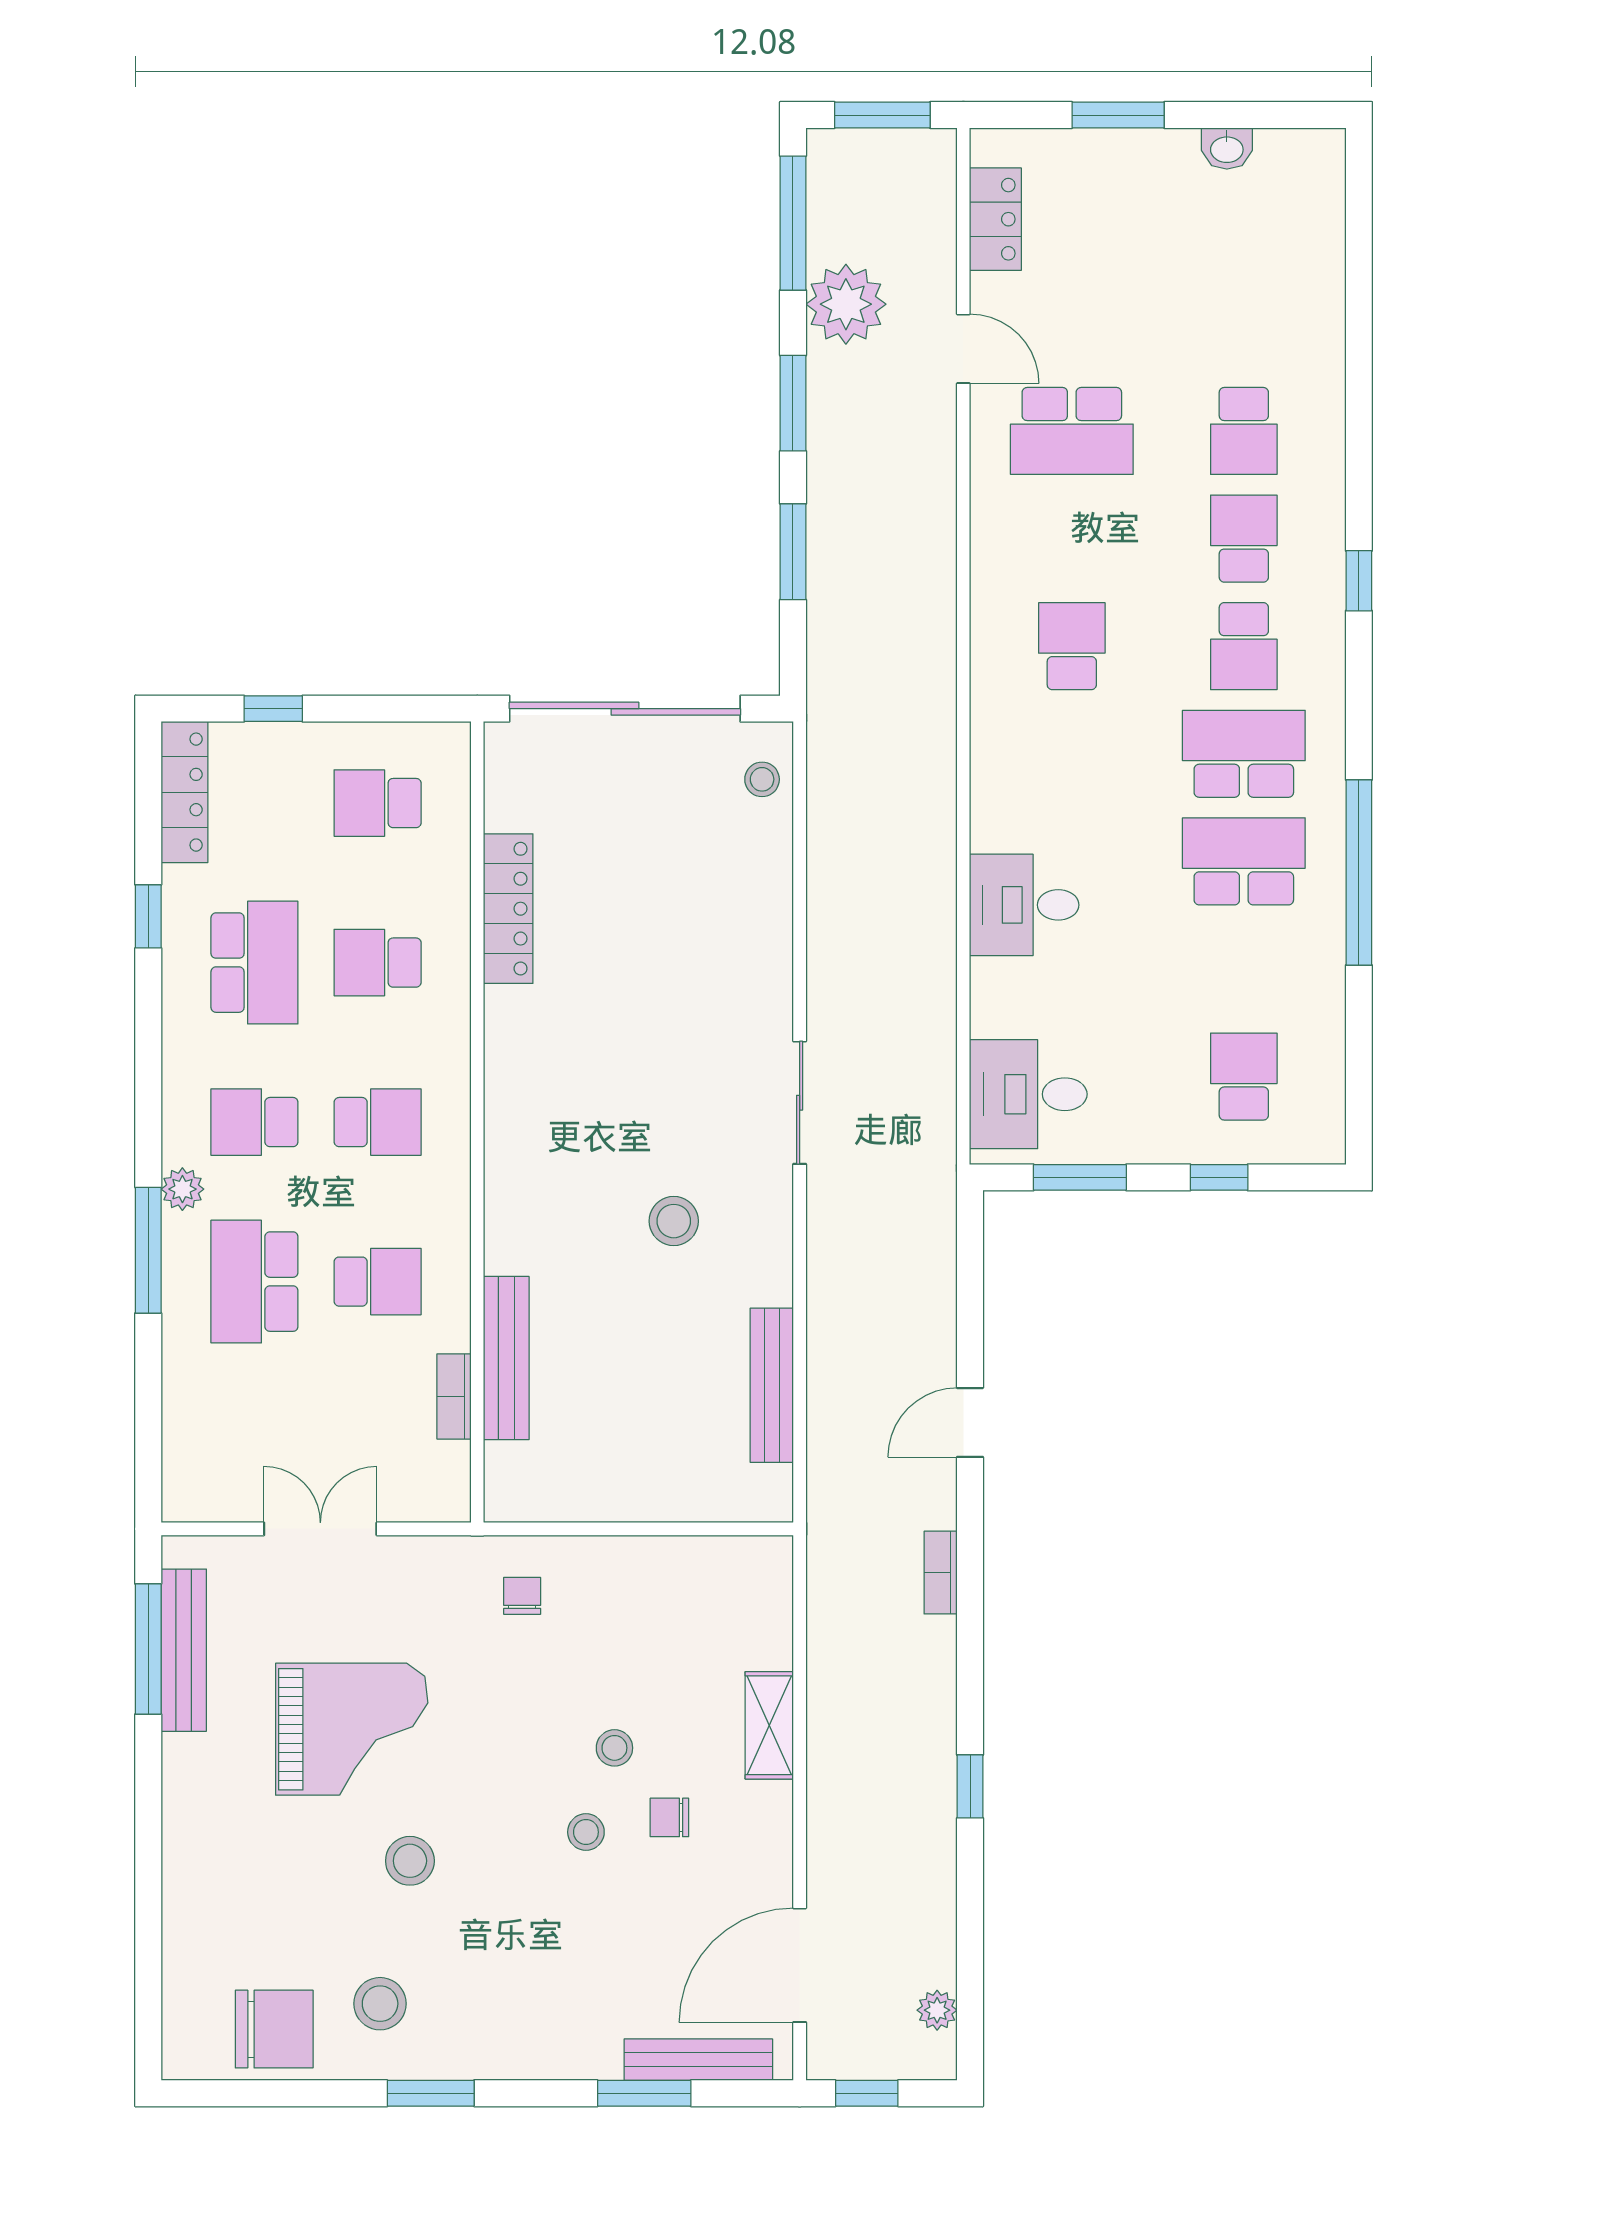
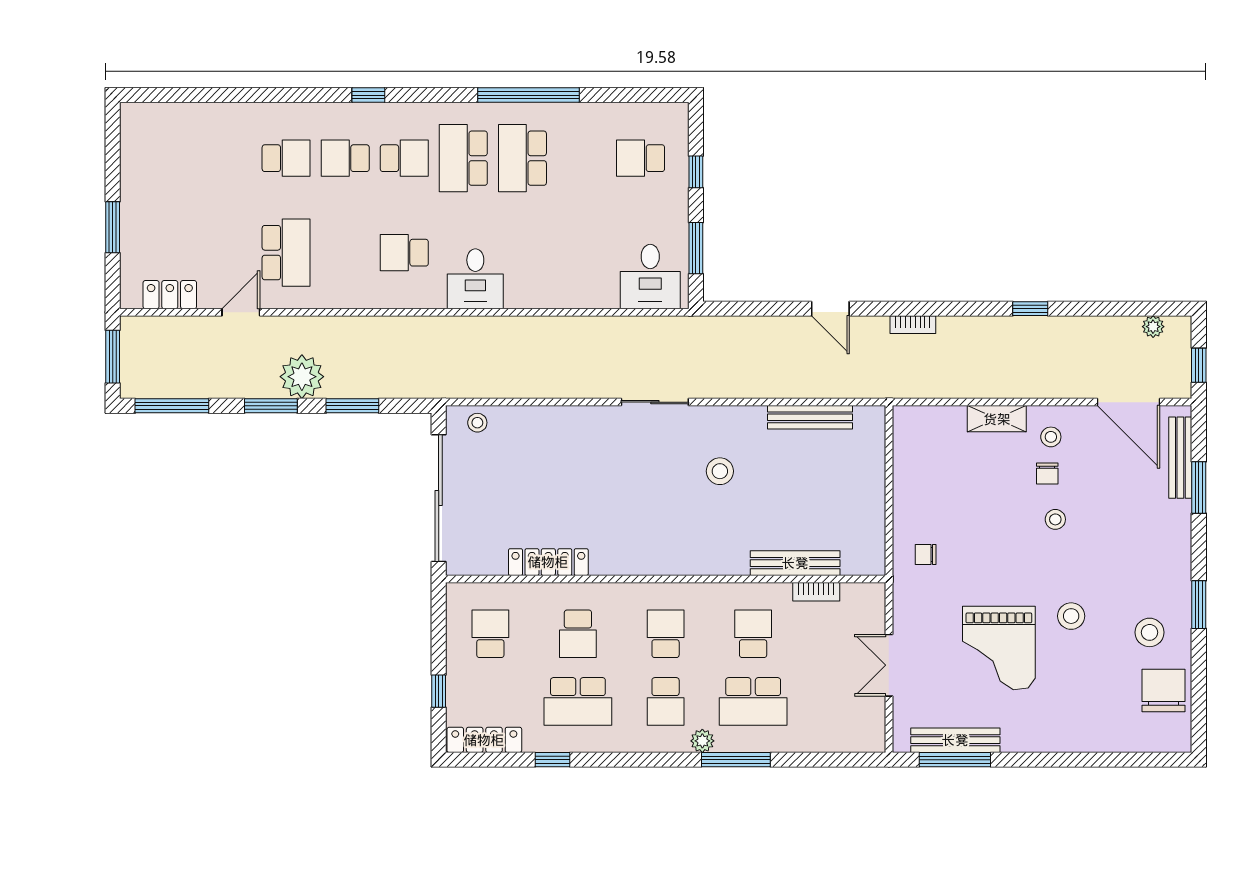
washbasin: (1227, 148) -> (131, 168), removed
plant: (846, 304) -> (302, 377), moved
school desk: (378, 803) -> (490, 634), turned 180
desk: (1024, 905) -> (475, 279), moved
school desk: (254, 963) -> (578, 701), turned 180
grand piano: (352, 1729) -> (999, 648), turned 180
stool: (614, 1748) -> (1051, 437), moved

